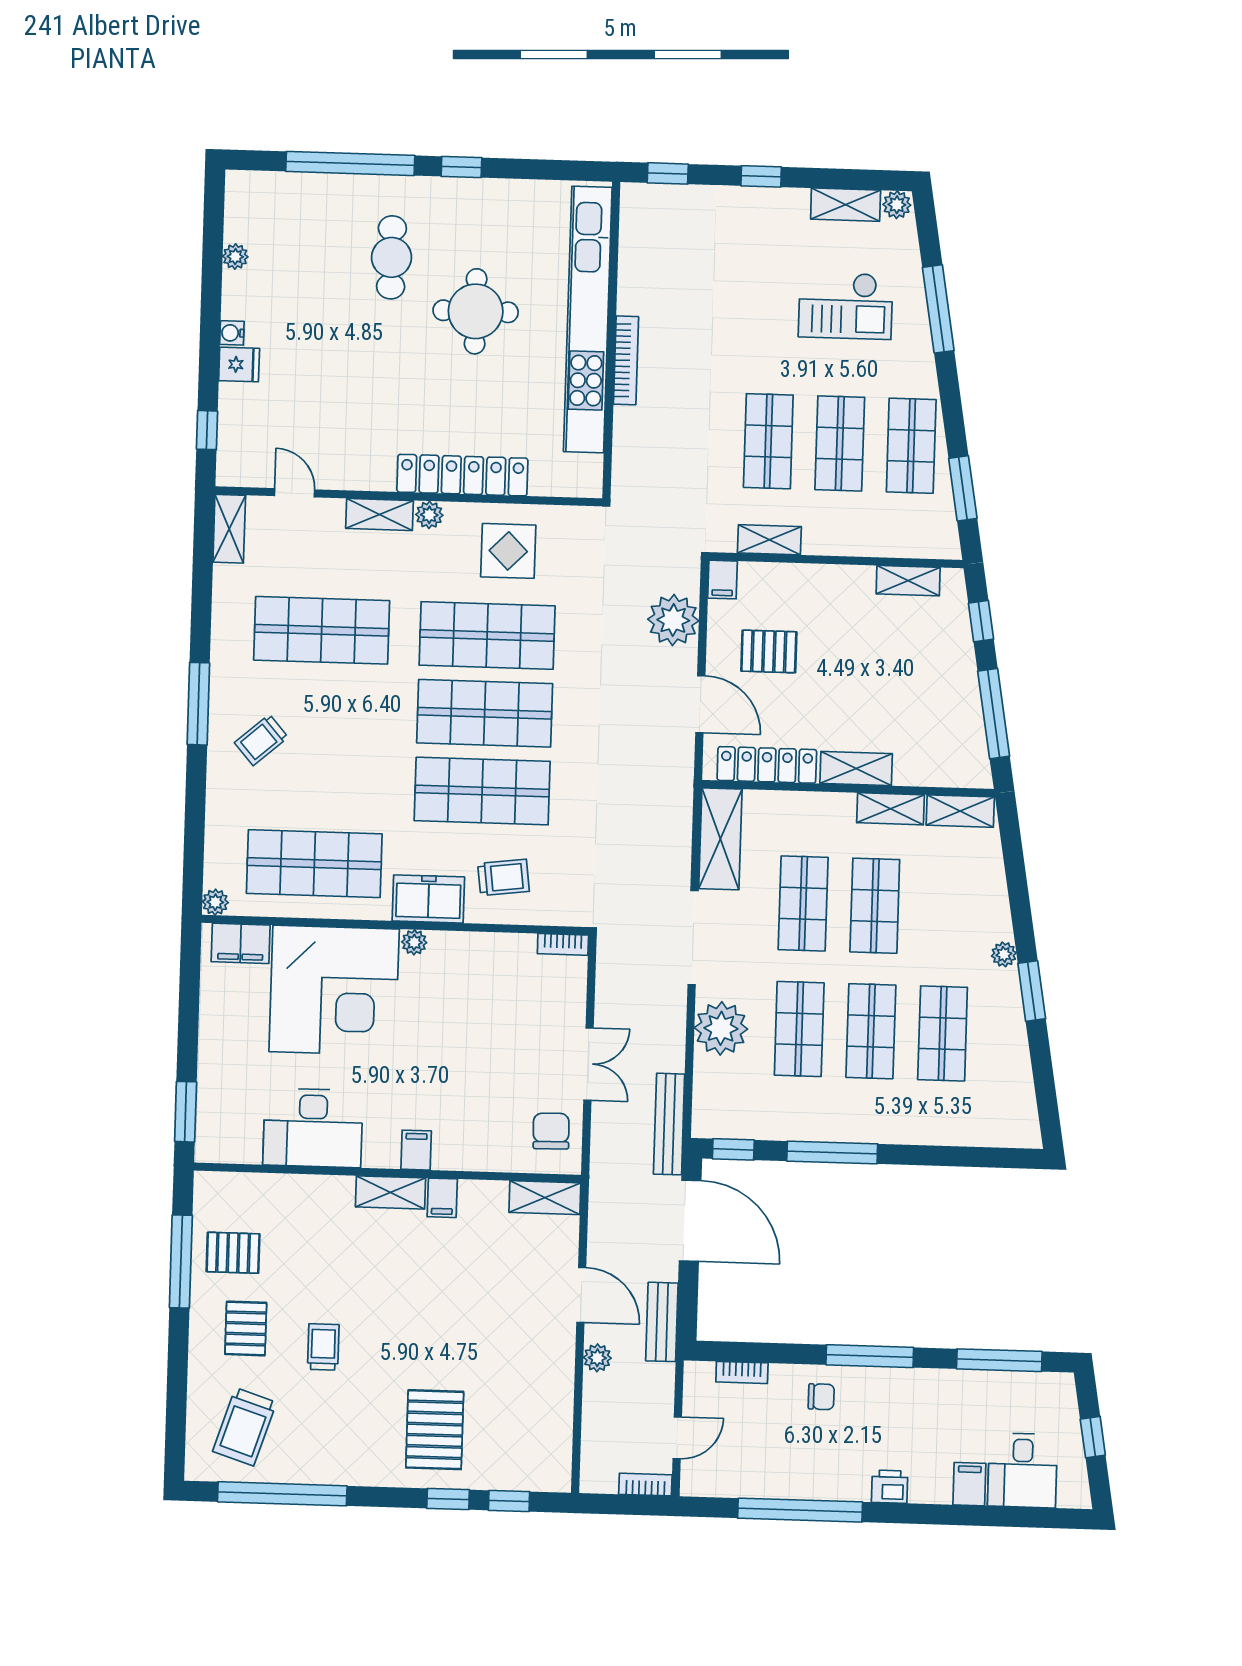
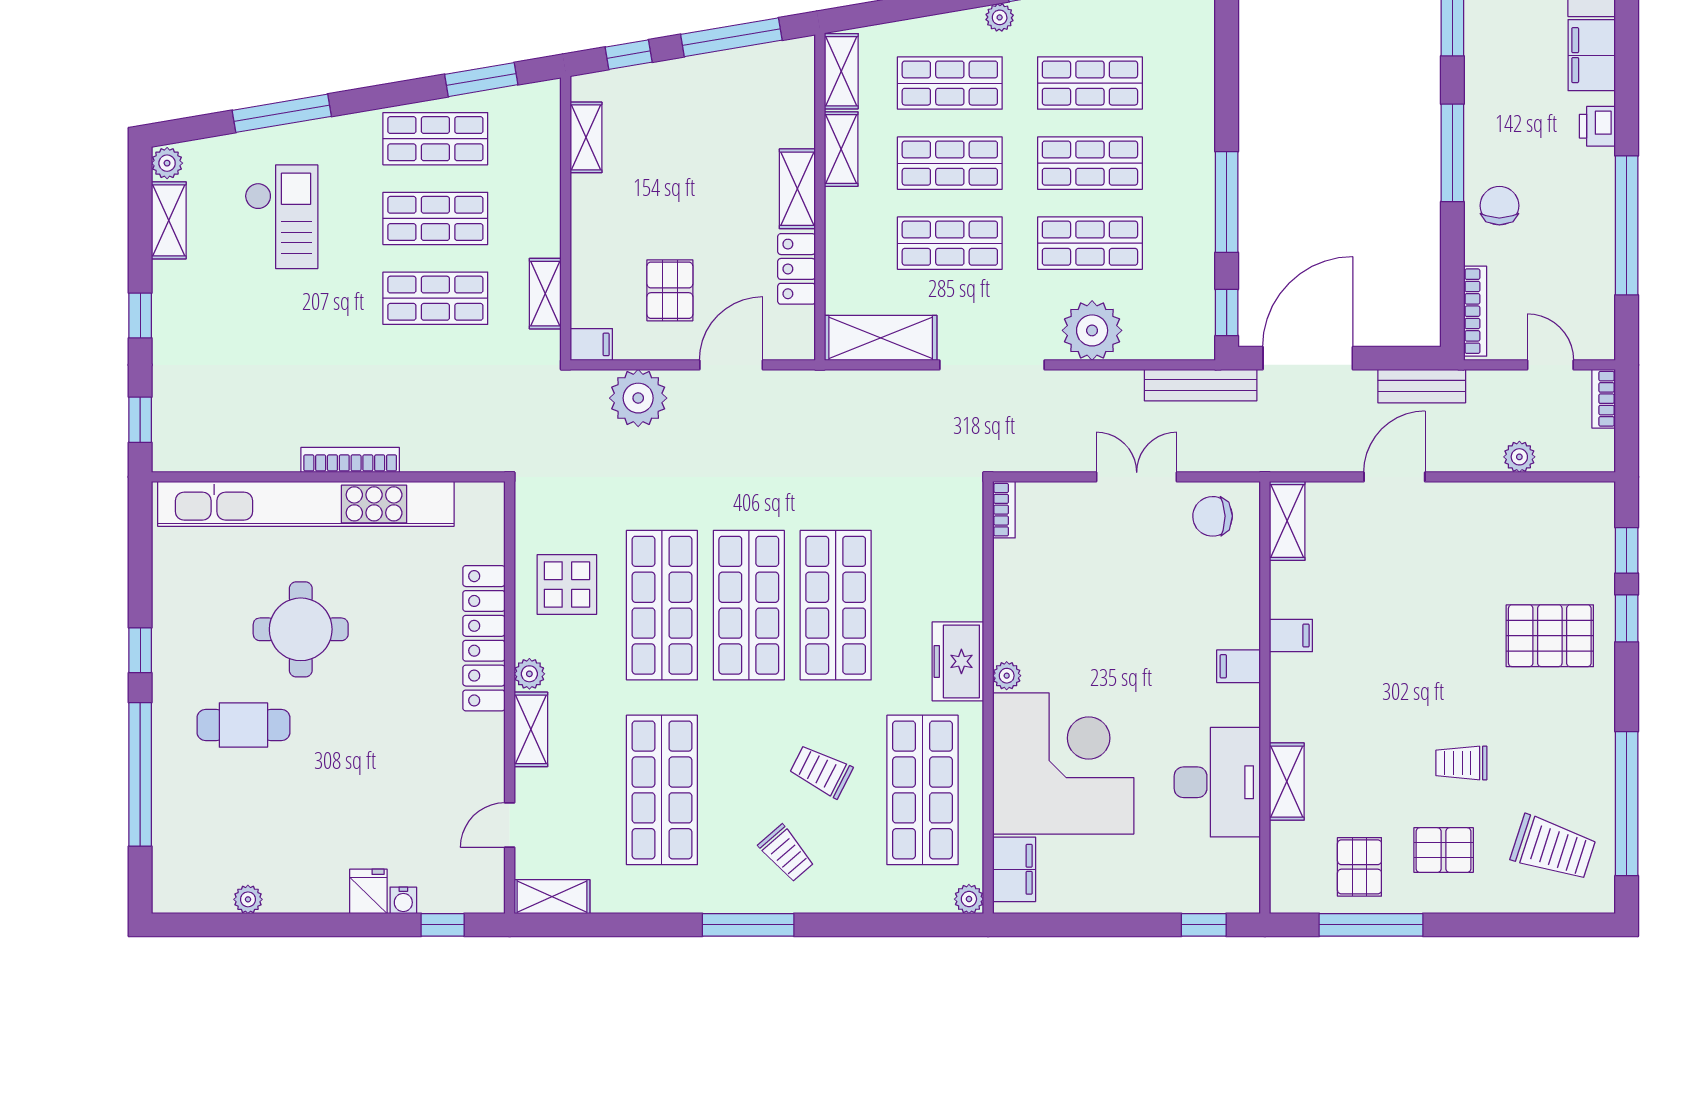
water cooler: (232, 333) -> (403, 900), moved
locker: (767, 765) -> (797, 269), width x0.66
trolley: (504, 877) -> (821, 771), moved, turned -56
shop shelf: (947, 908) -> (950, 83), added
window: (186, 1112) -> (1204, 925), width x0.67
shelving: (391, 1192) -> (1287, 782), moved
plant: (597, 1358) -> (1519, 457), moved
bookcase: (742, 1372) -> (1475, 311), width x1.56
chair: (821, 1397) -> (1499, 206), width x1.37, depth x1.37
filing cabinet: (969, 1484) -> (1592, 55), width x2.00

